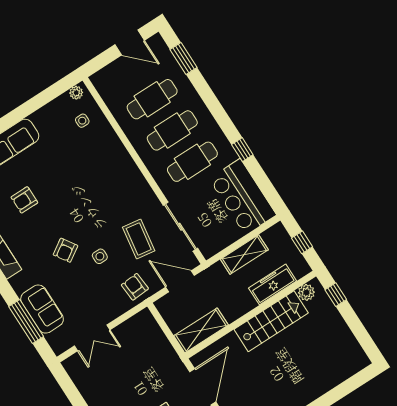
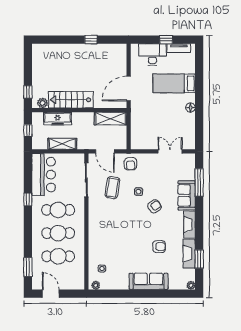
sofa: (42, 309) -> (187, 195), moved

